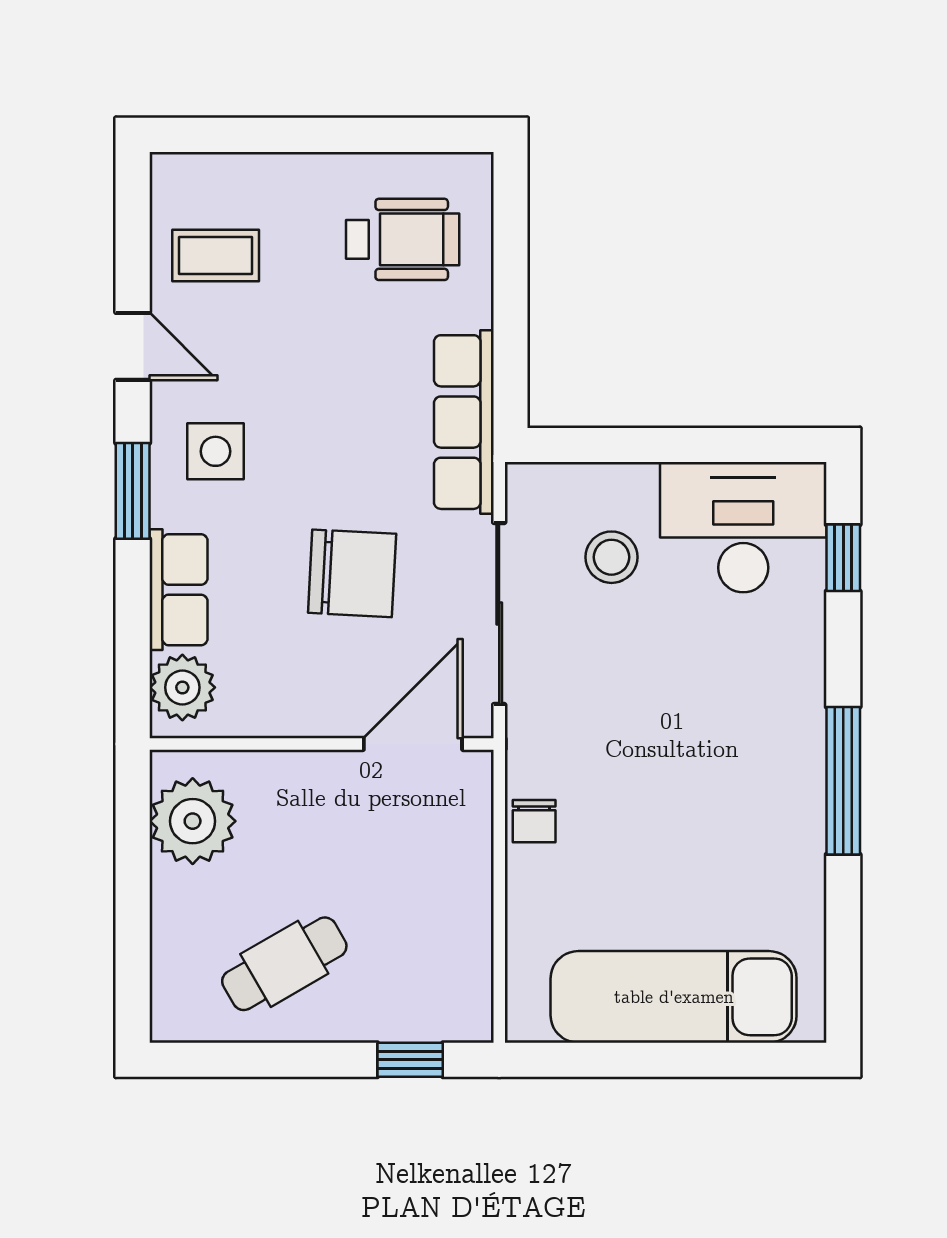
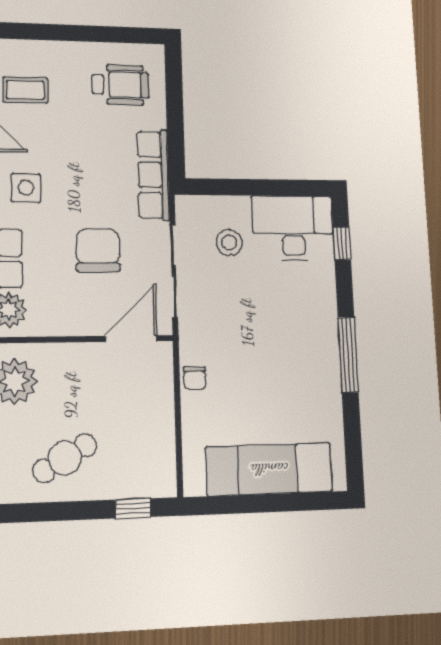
chair: (352, 573) -> (98, 250), turned -93

